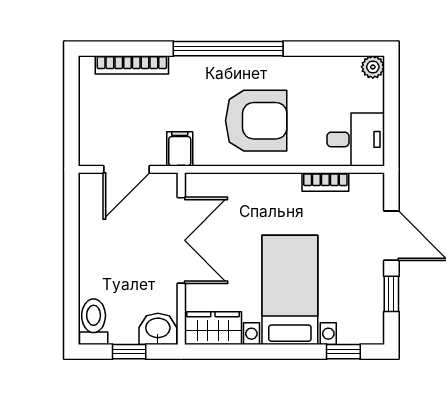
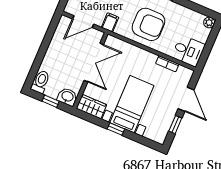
window: (343, 352) -> (116, 129), moved

